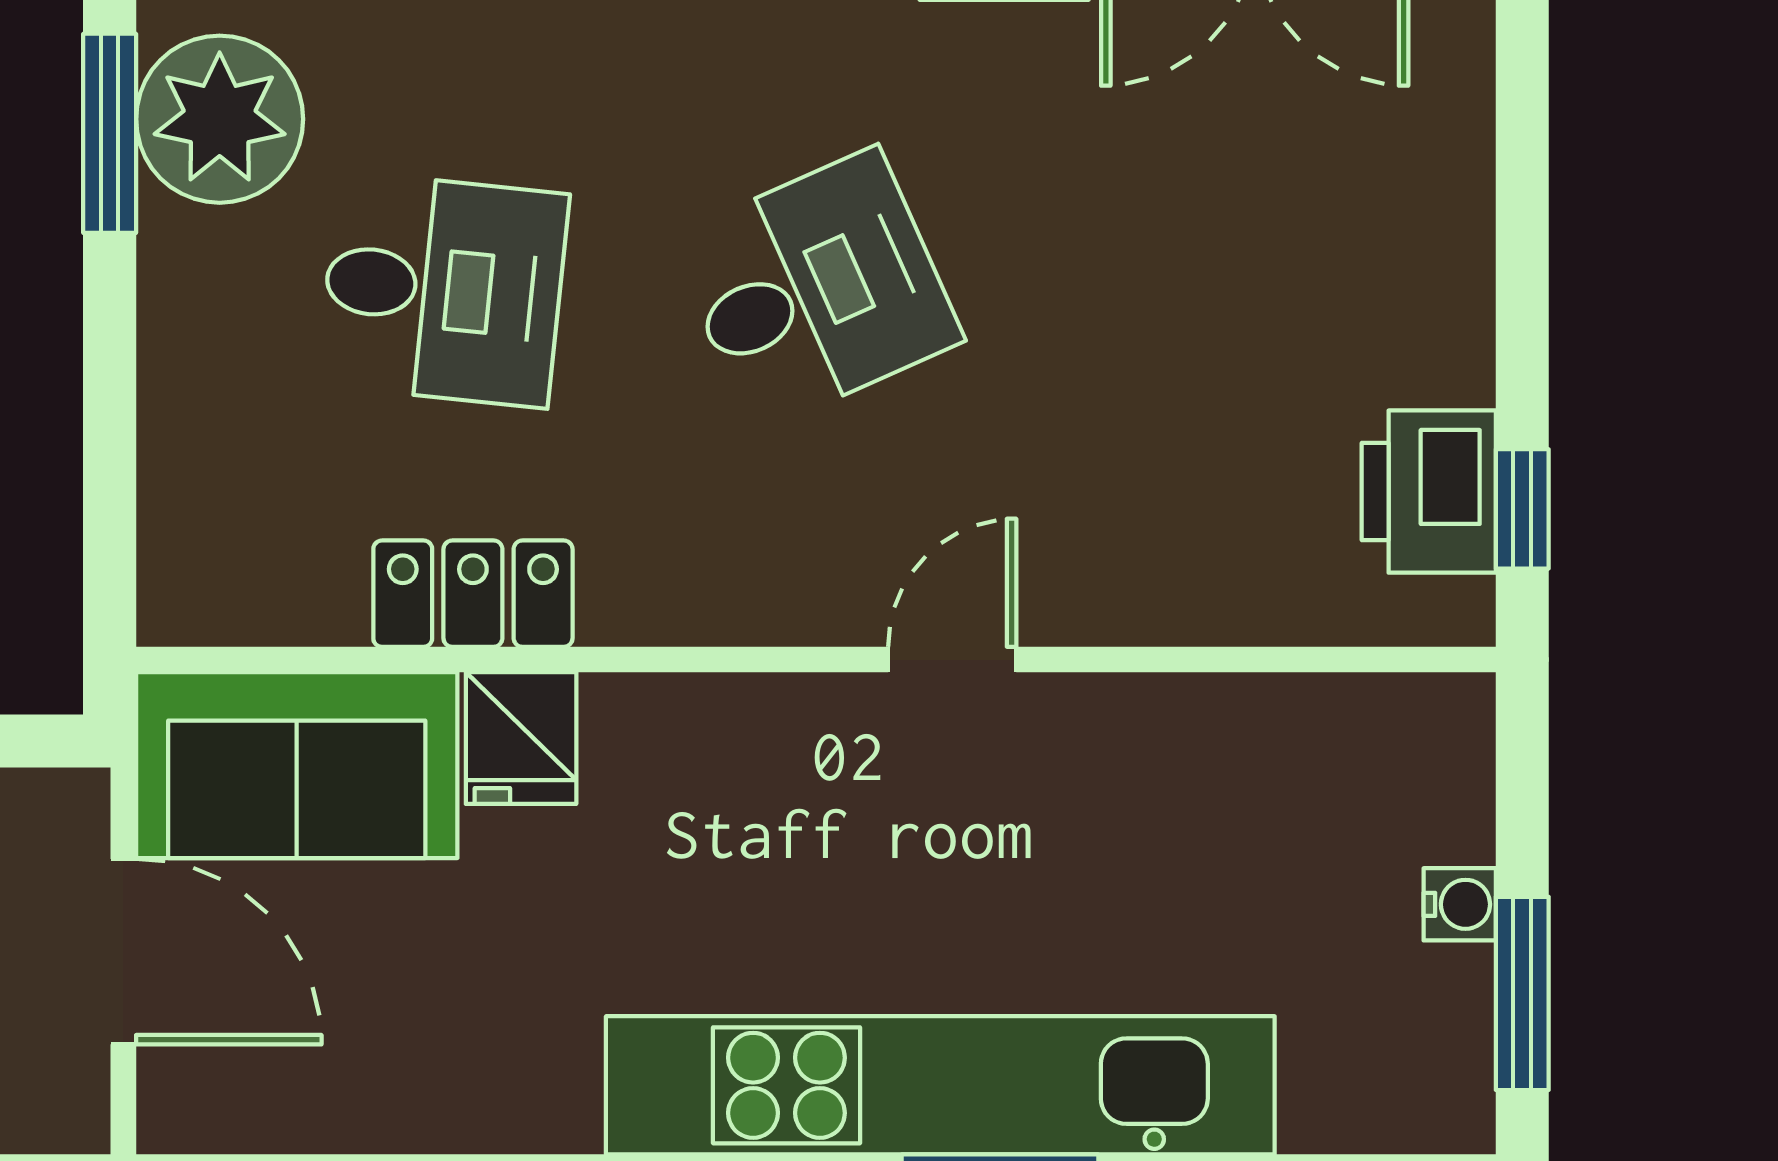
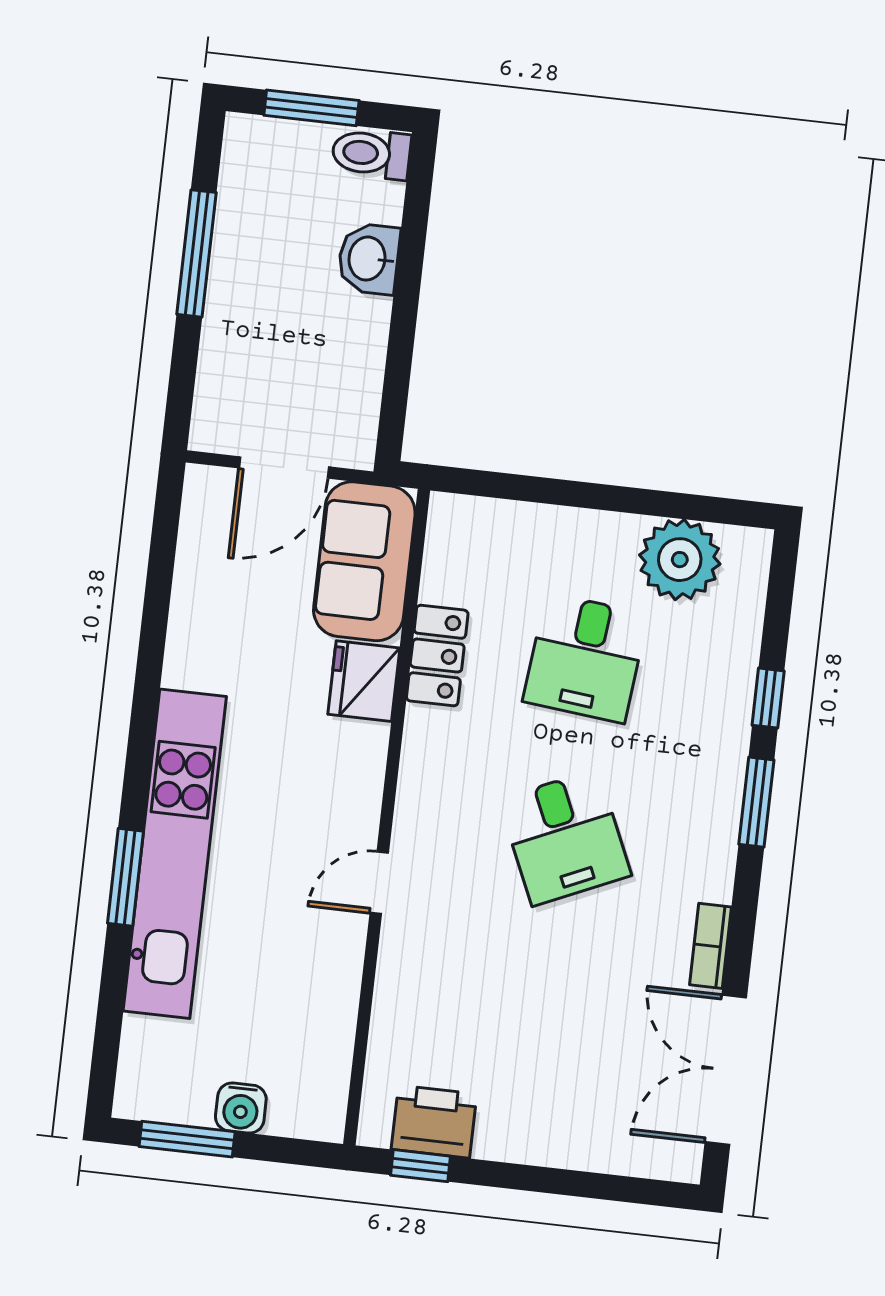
window: (110, 133) -> (679, 506), removed
door: (952, 660) -> (379, 883), swing flipped
fridge: (521, 738) -> (364, 681), width x1.38
water cooler: (1460, 904) -> (241, 1108), width x1.38, depth x1.38

